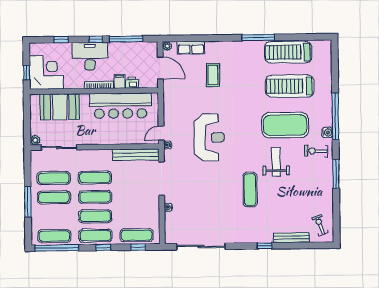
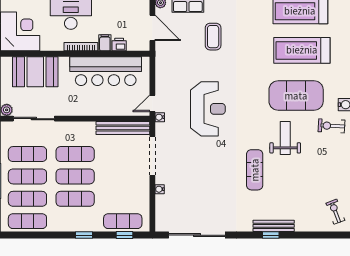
exercise mat: (95, 236) -> (27, 199), moved
bench: (292, 238) -> (274, 226), moved
window: (57, 248) -> (30, 235), removed

